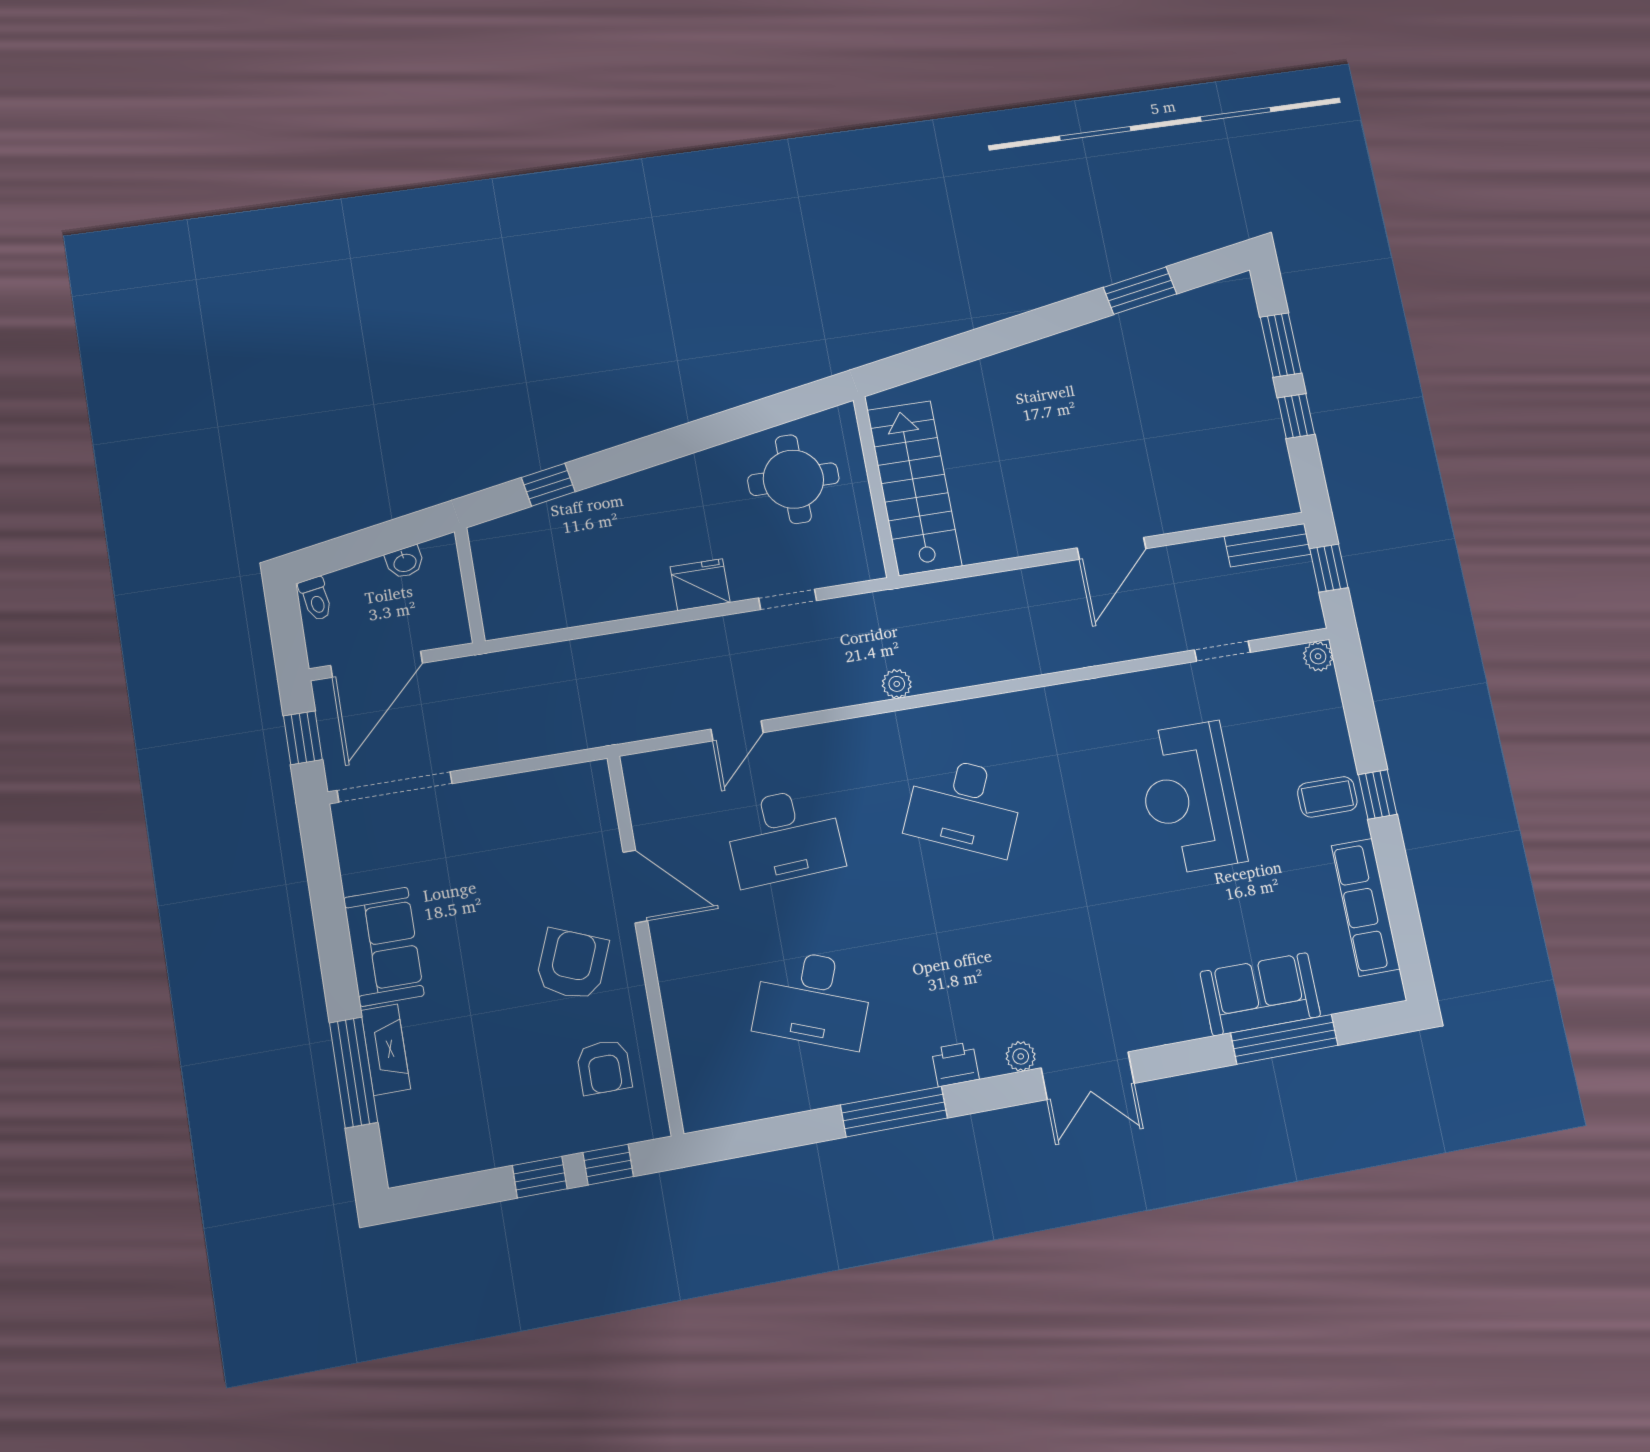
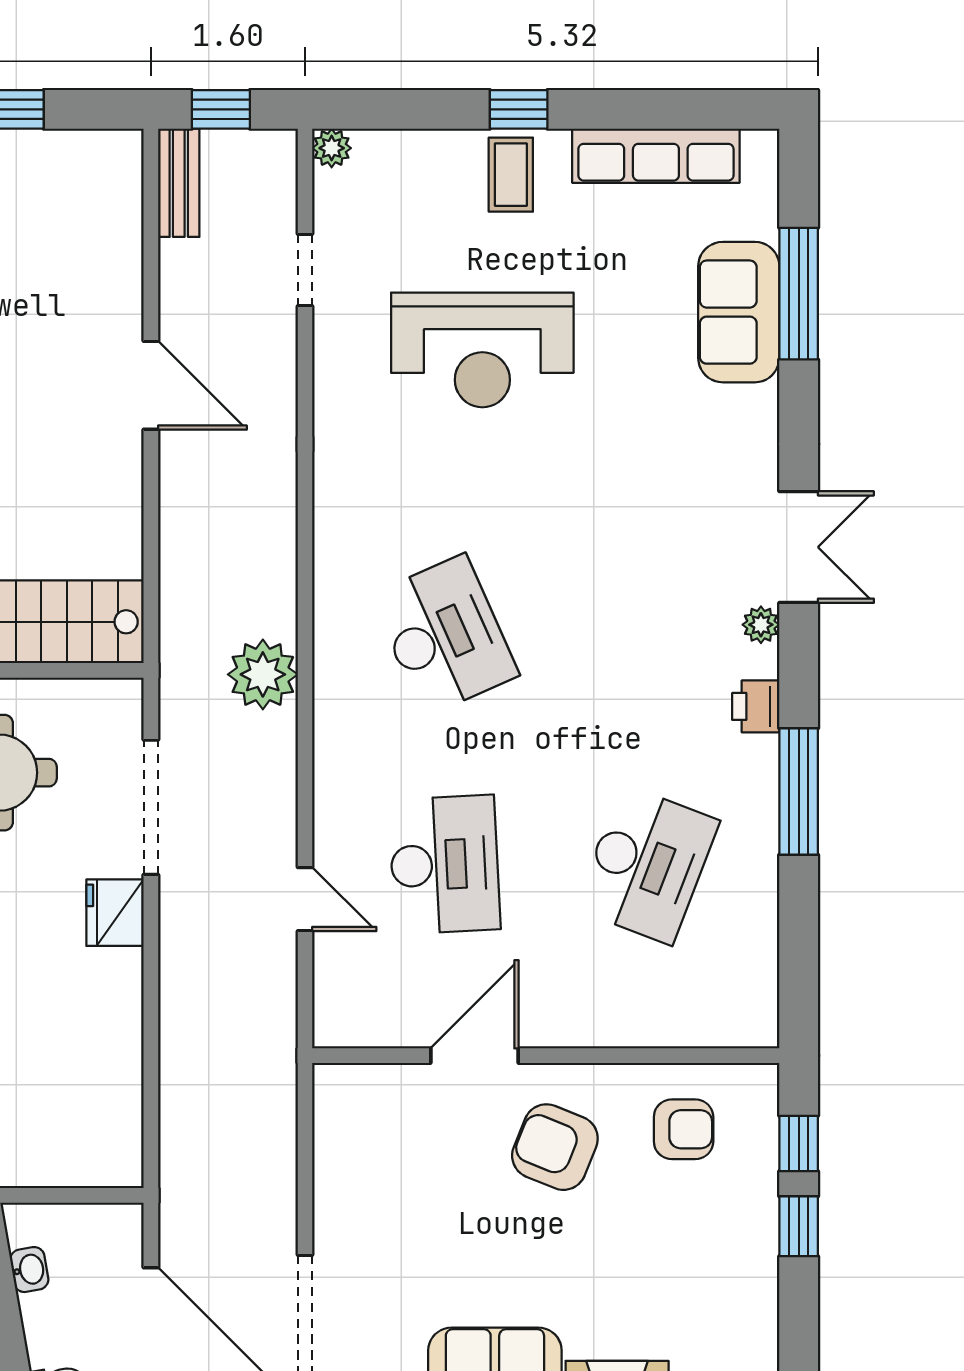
doorway: (788, 599) -> (151, 807), width x1.88
plant: (897, 684) -> (263, 674), width x1.87, depth x1.87
desk: (964, 806) -> (445, 635), turned -48

